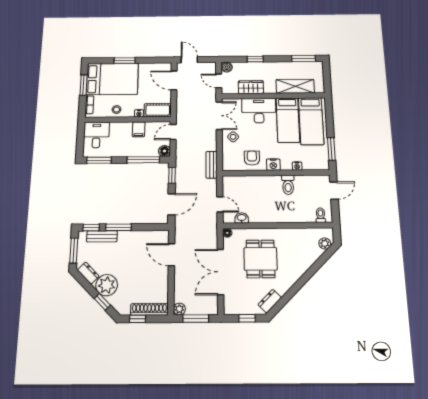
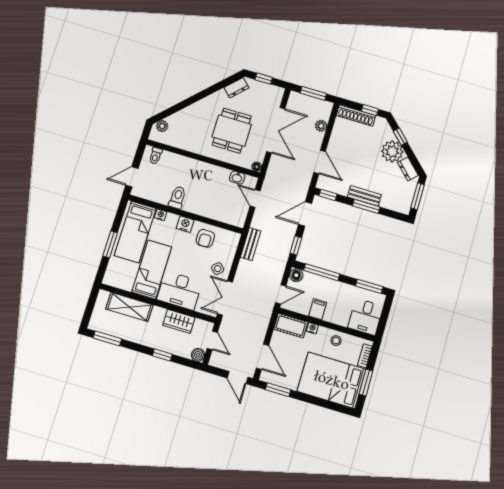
window: (125, 60) -> (278, 390), moved
bed: (311, 121) -> (135, 232), moved, turned 180
window: (331, 149) -> (110, 244), moved
window: (91, 228) -> (328, 195), moved
bench: (102, 236) -> (364, 196), moved
plant: (179, 309) -> (321, 126), moved

